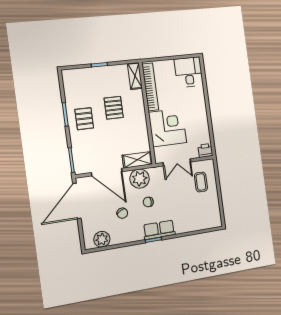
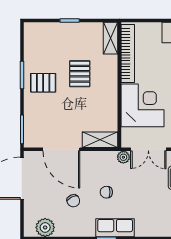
pallet: (84, 119) -> (43, 83), turned 90
plant: (140, 179) -> (123, 157), moved, width x0.53, depth x0.53

